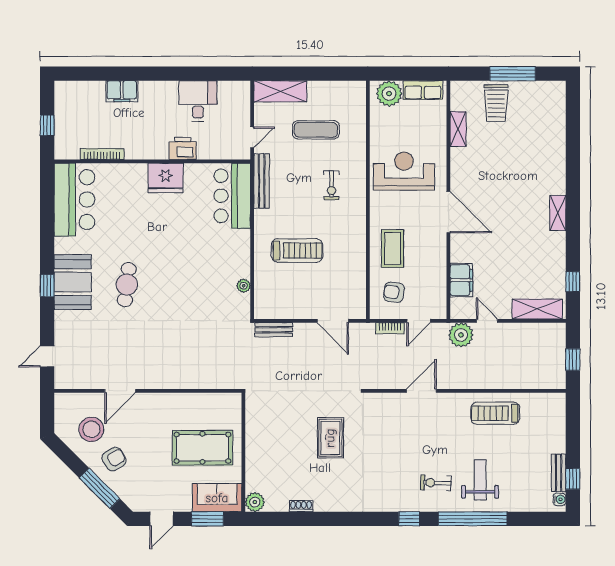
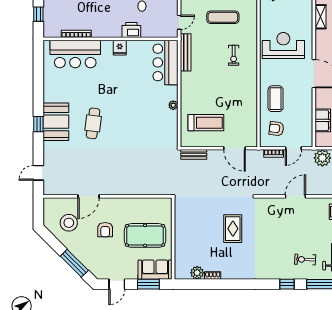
fridge: (166, 178) -> (120, 48), width x0.53, depth x0.75
bar counter: (74, 200) -> (75, 54), moved, turned 90
treadmill: (297, 251) -> (206, 123), moved
plant: (244, 286) -> (173, 105), moved
armchair: (114, 459) -> (105, 230), moved, turned 120
plant: (255, 502) -> (197, 273), moved

